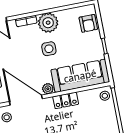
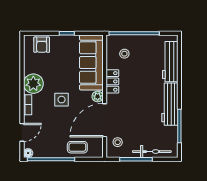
armchair: (88, 23) -> (42, 45), turned 90
side table: (49, 49) -> (62, 100), moved
stool: (105, 96) -> (124, 54), moved

